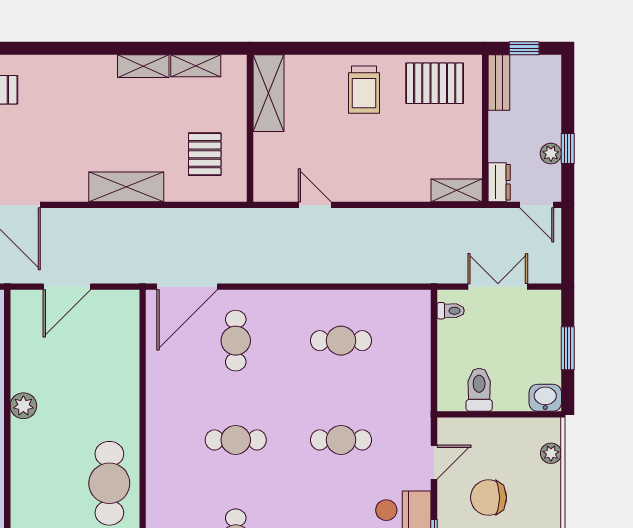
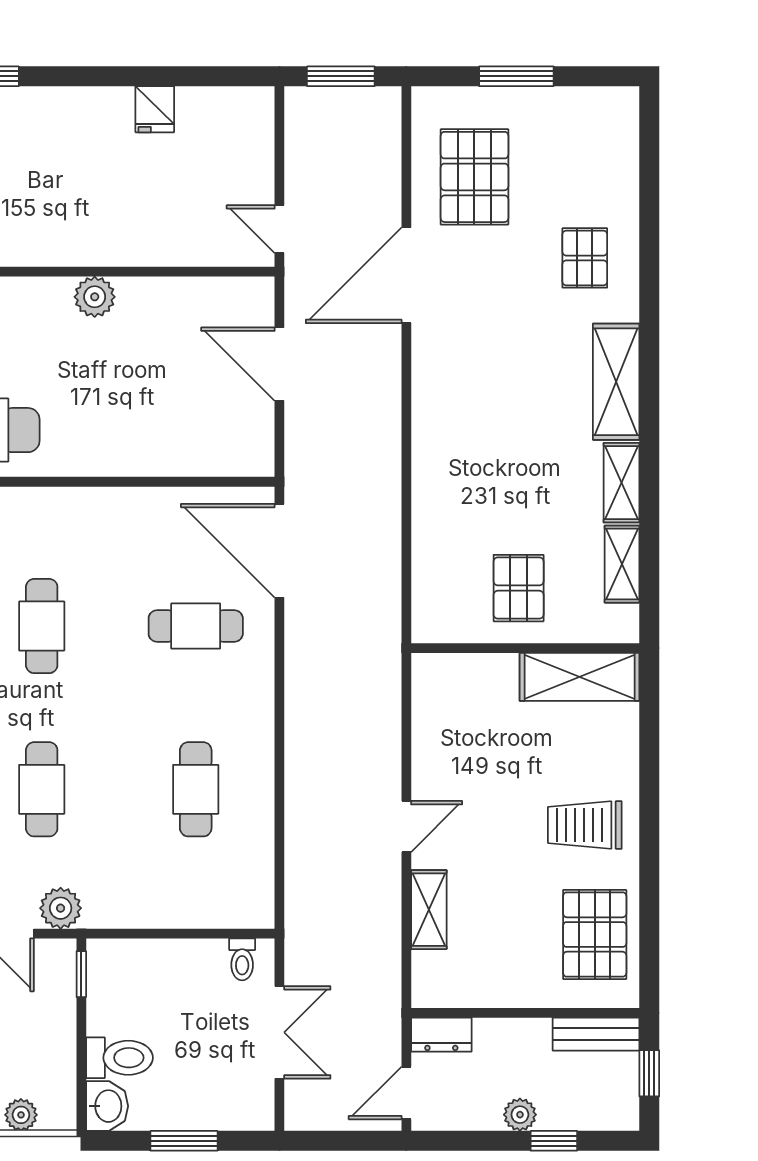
window: (568, 149) -> (554, 1141), moved
pallet: (205, 154) -> (519, 588), moved, turned 90
plant: (551, 154) -> (520, 1115), moved
shelving: (126, 187) -> (616, 382), moved
shelving: (457, 190) -> (429, 910), moved
door: (315, 205) -> (406, 826), moved
toilet: (479, 390) -> (119, 1058), moved
window: (460, 414) -> (81, 974), added
plant: (418, 428) -> (61, 908), added

